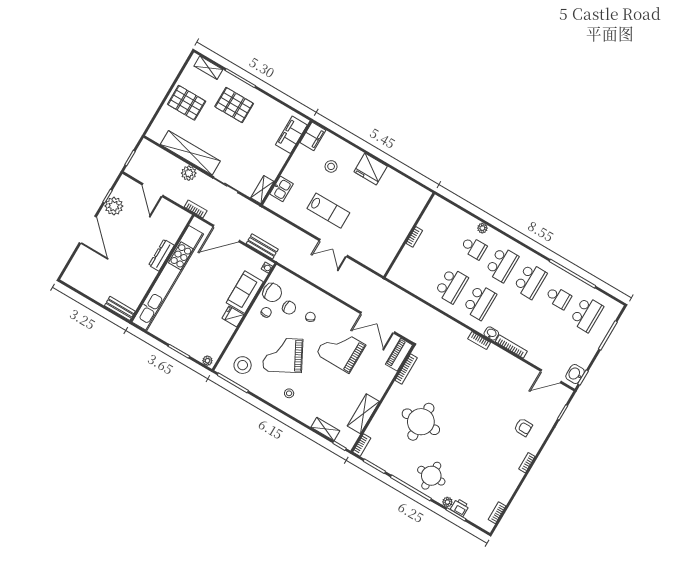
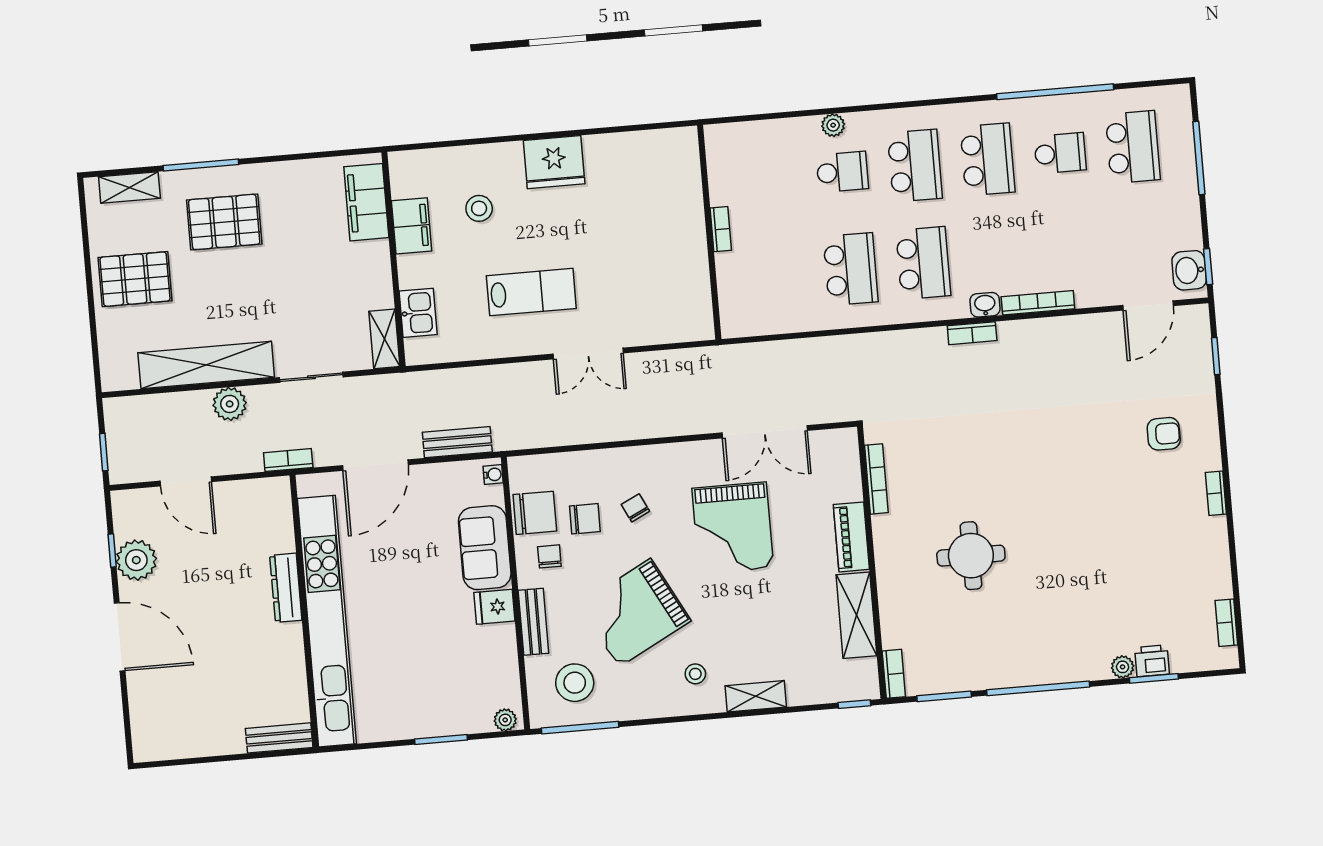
filing cabinet: (313, 136) -> (412, 226), moved
bench: (243, 332) -> (533, 622), added
grand piano: (341, 350) -> (733, 528), turned -90
piano: (399, 355) -> (851, 537), moved
round table: (421, 422) -> (971, 556), width x0.73, depth x0.73
shelving: (325, 429) -> (756, 696), moved
round table: (431, 476) -> (1059, 640), removed

